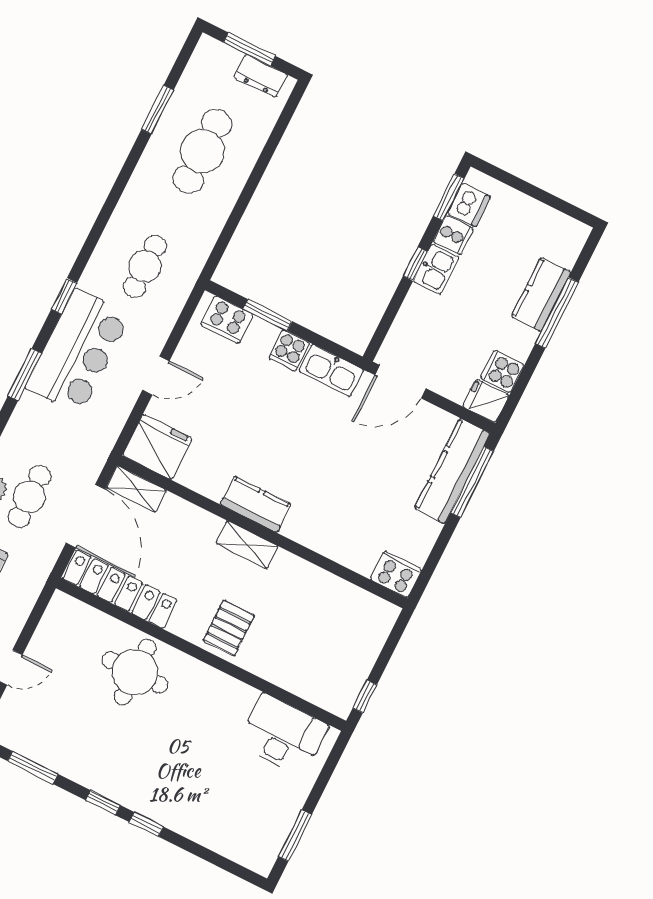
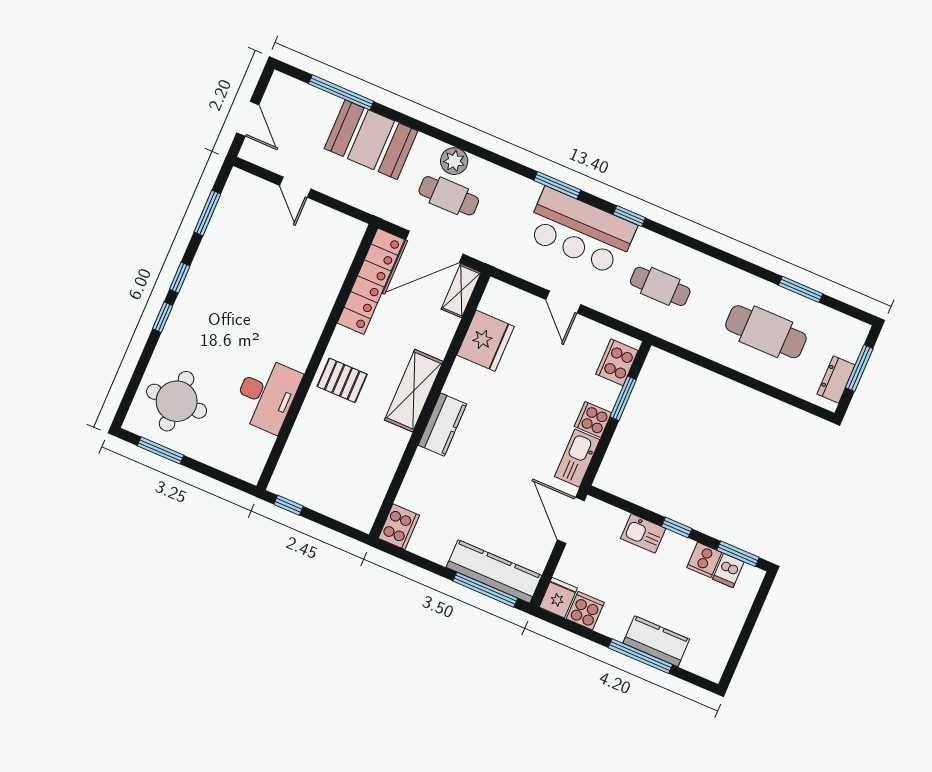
dishwasher: (469, 205) -> (728, 571), width x0.73
kitchen sink: (436, 269) -> (643, 533), moved
fridge: (157, 447) -> (485, 341), moved
kitchen counter: (256, 504) -> (442, 425), moved
shelving: (247, 545) -> (414, 391), width x1.50, depth x1.33
round table: (135, 672) -> (177, 401), moved
desk: (283, 735) -> (267, 395), moved

